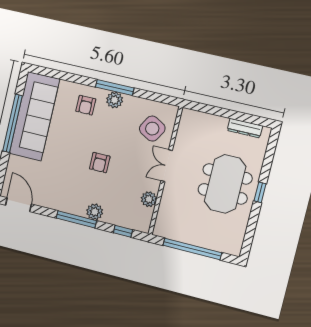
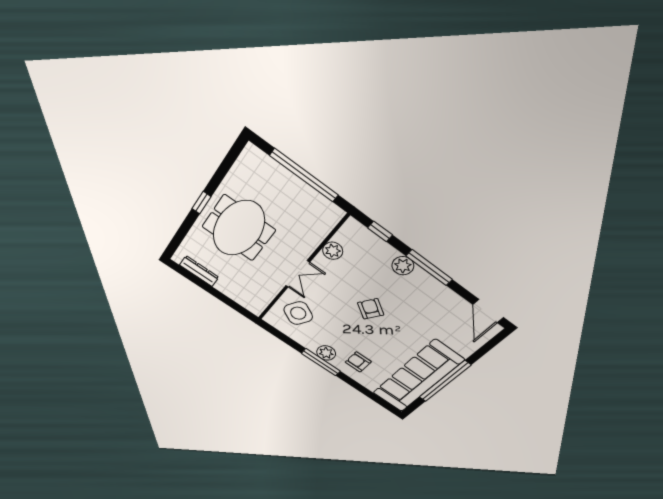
armchair: (86, 105) -> (358, 362), turned -90
armchair: (100, 163) -> (371, 309), turned -56

